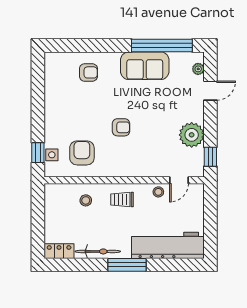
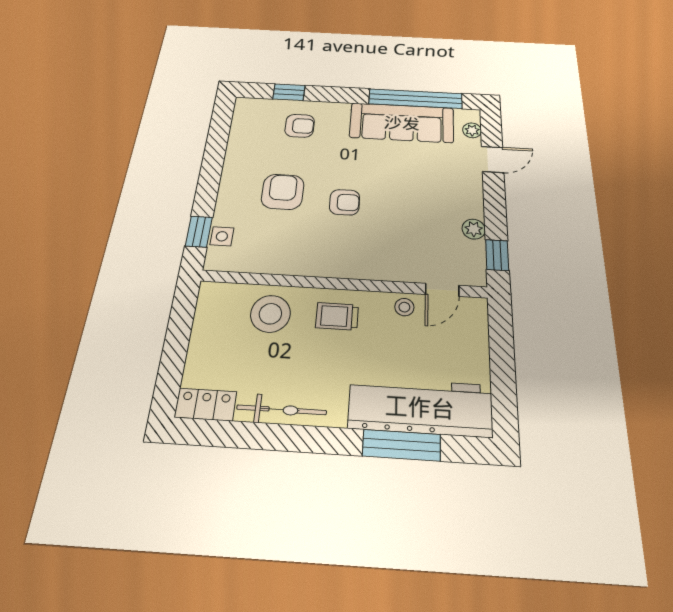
window: (79, 46) -> (289, 92), added
sofa: (145, 66) -> (402, 123), width x1.36
plant: (192, 135) -> (474, 229), width x0.53, depth x0.53
armchair: (82, 153) -> (283, 192), moved
stool: (86, 200) -> (270, 314), width x1.89, depth x1.89
window: (127, 265) -> (402, 445), moved

